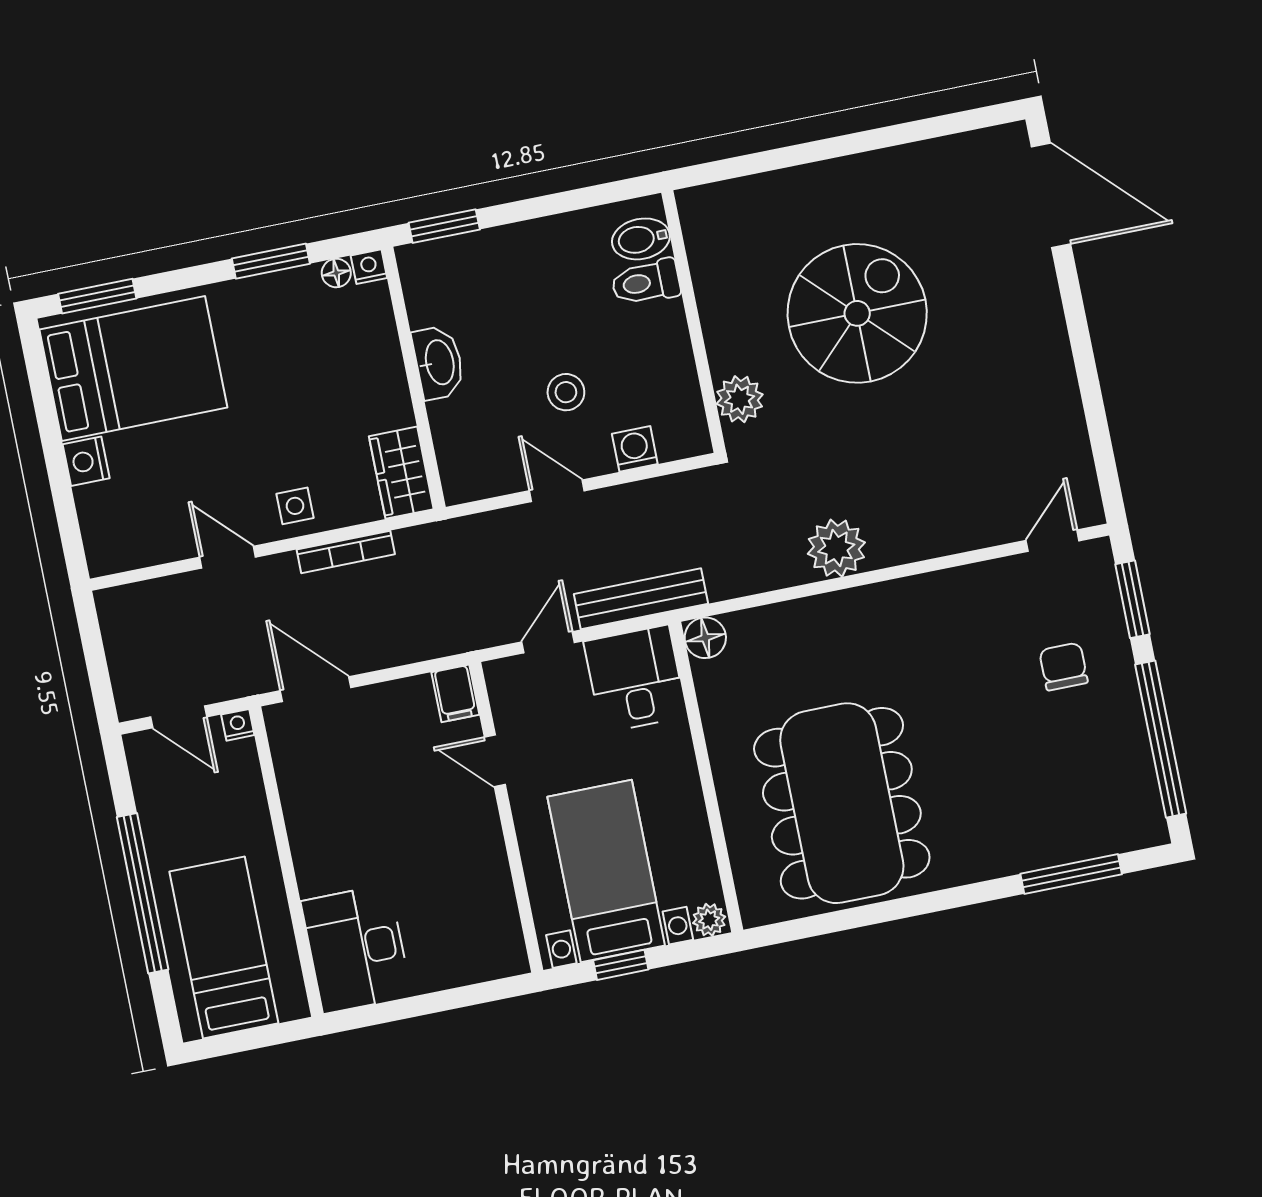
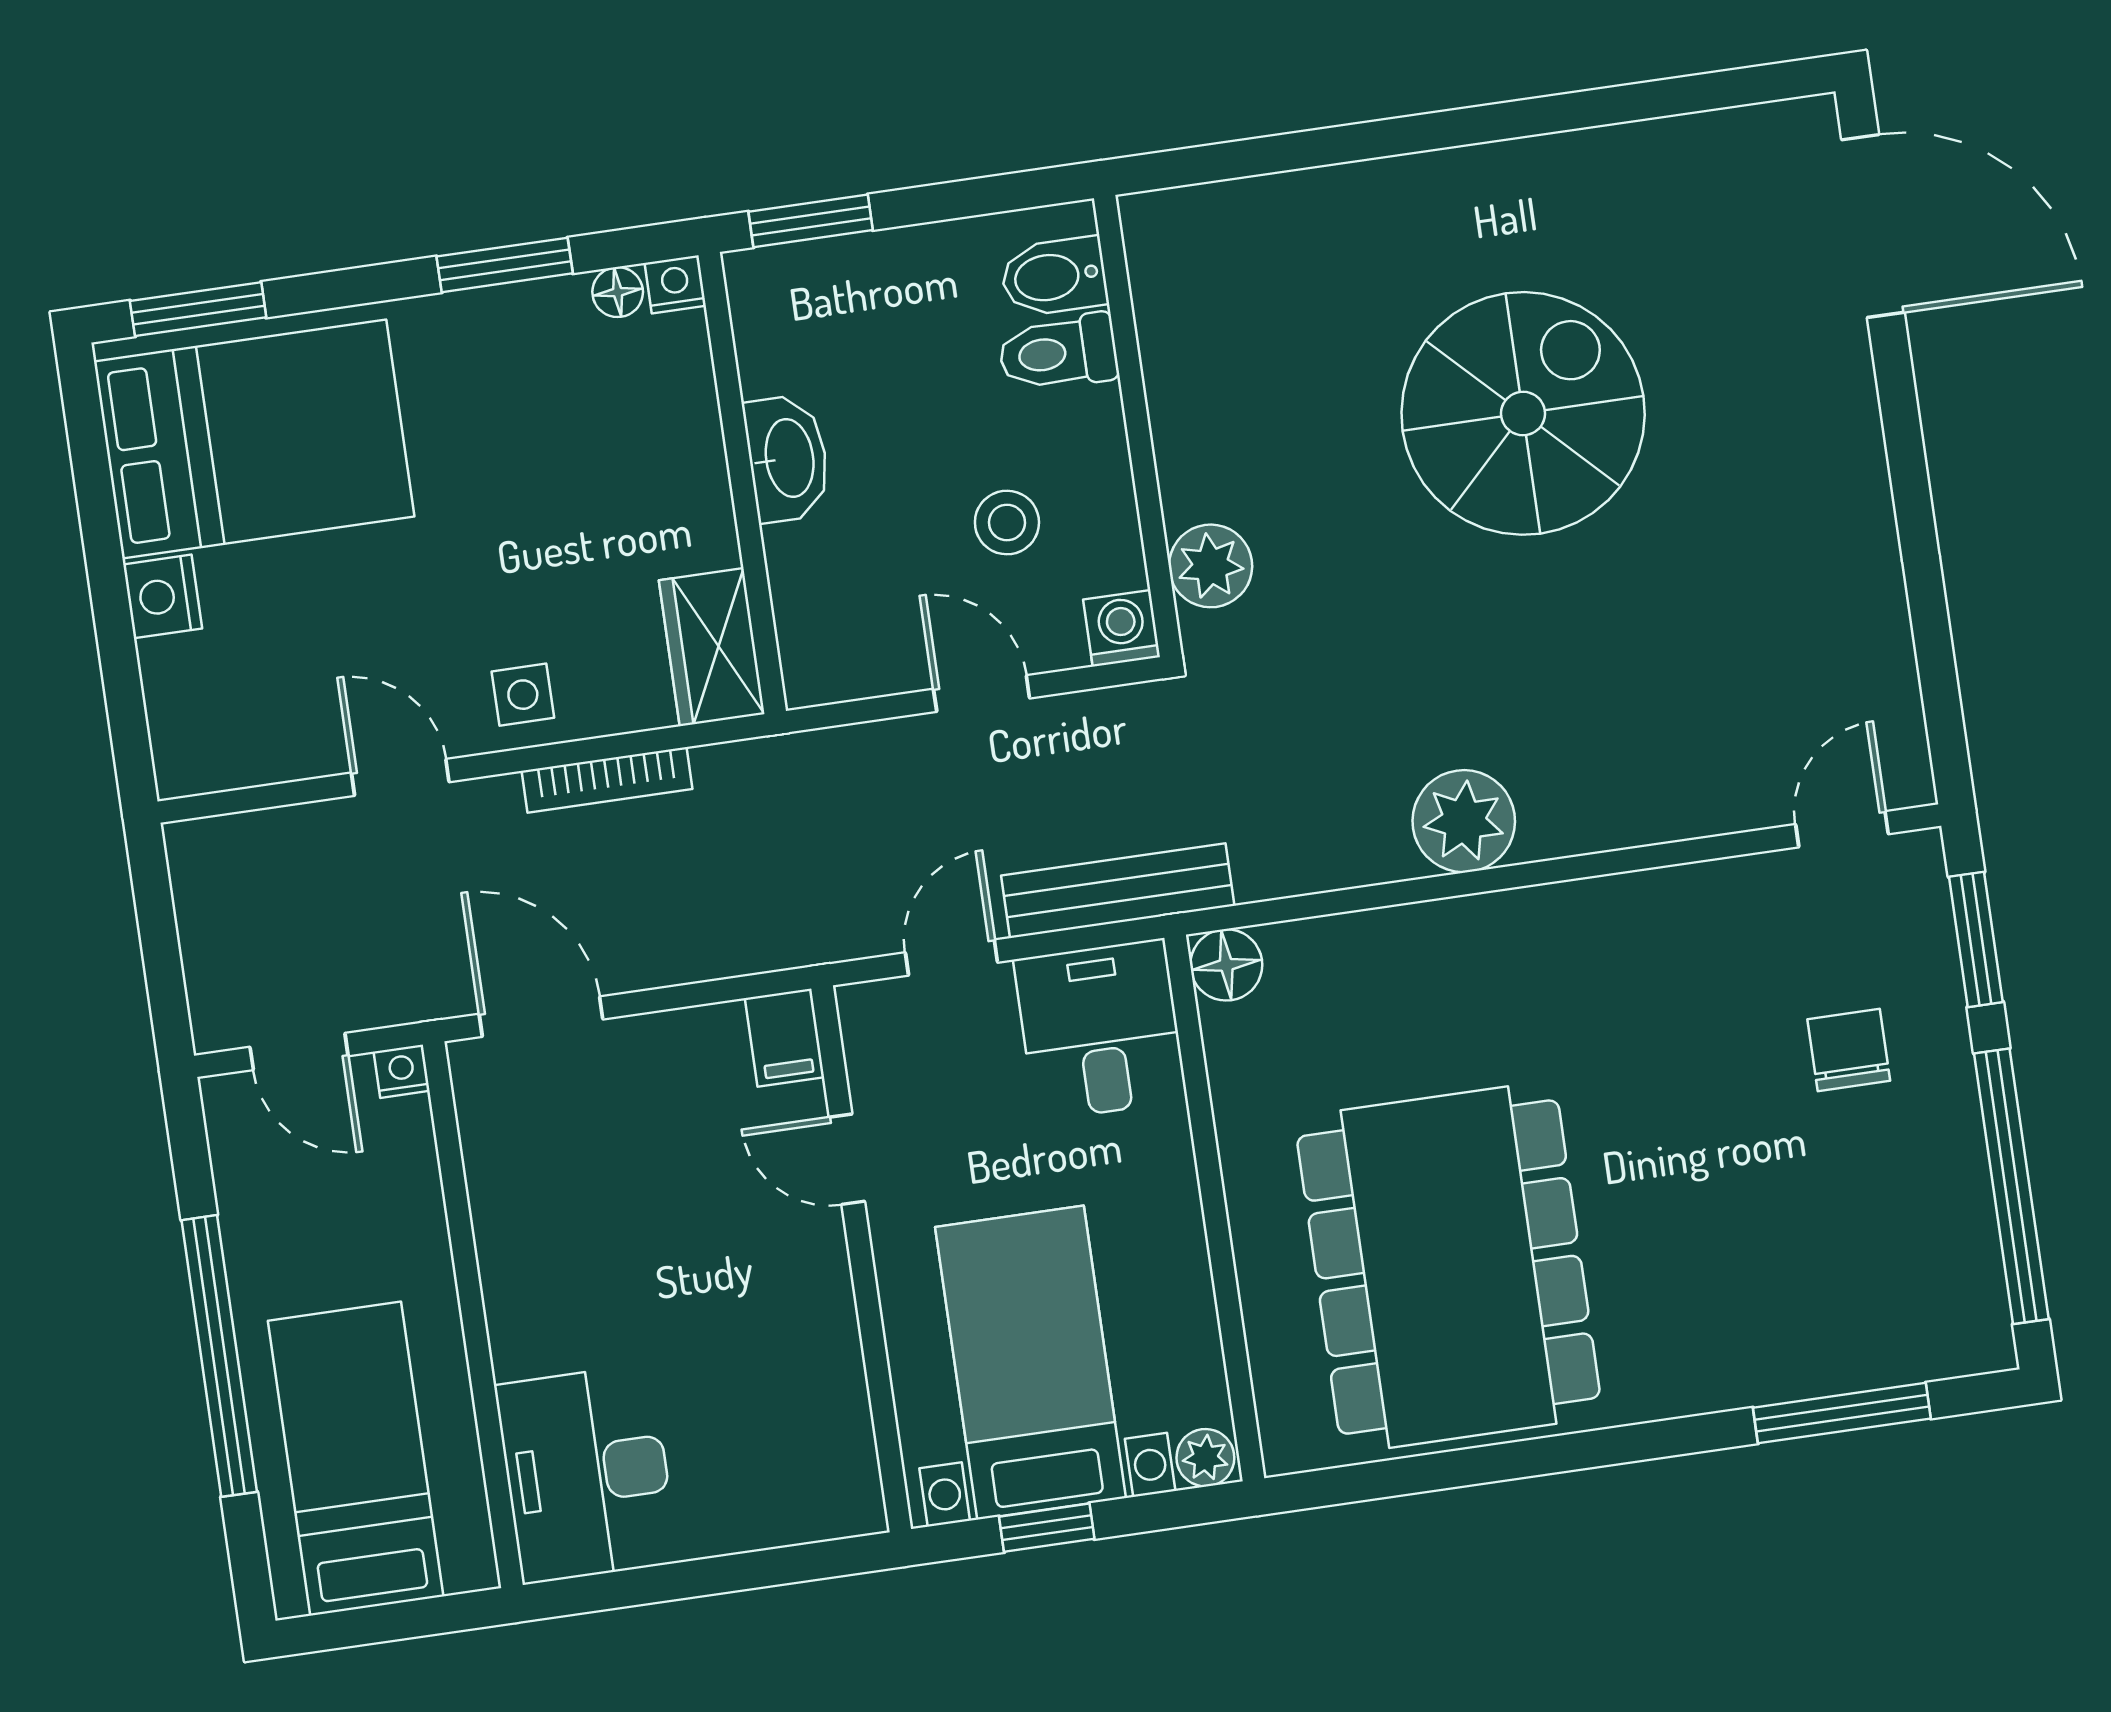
bidet: (641, 239) -> (1054, 277), moved
toilet: (646, 282) -> (1058, 353), moved
wall: (693, 322) -> (1138, 426), moved
plant: (740, 399) -> (1211, 566), moved

